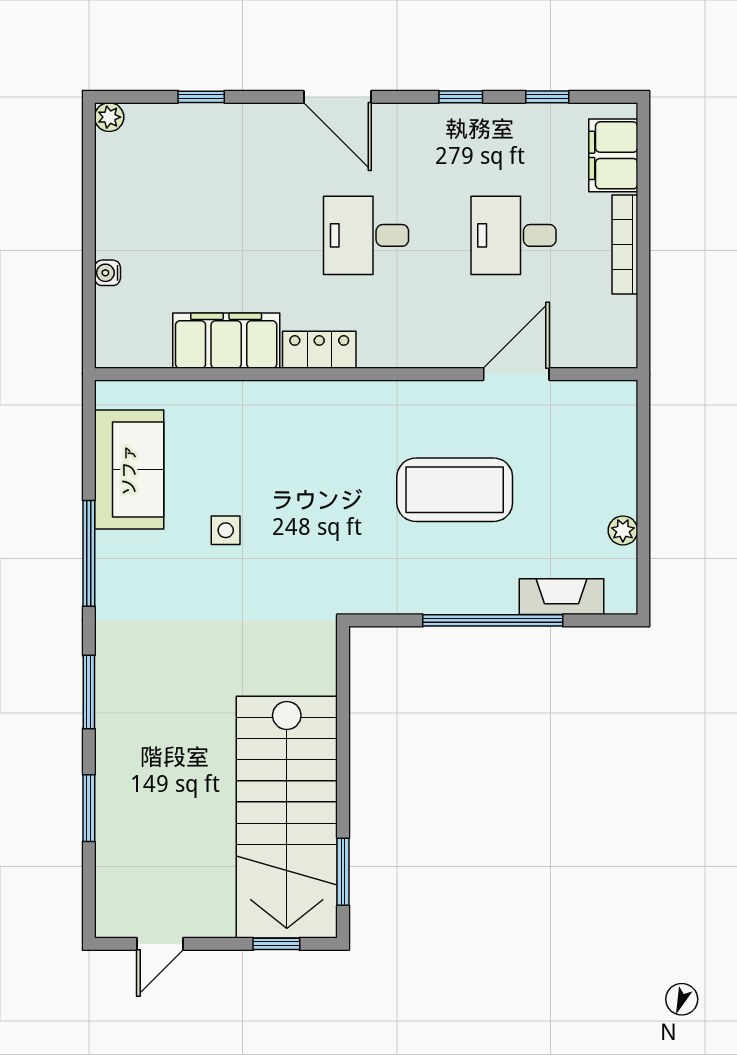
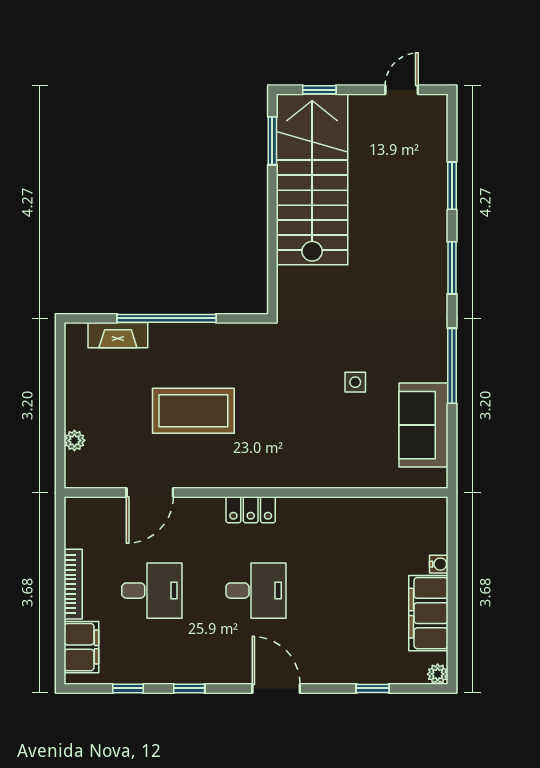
filing cabinet: (226, 341) -> (428, 613), moved, turned 90
locker: (319, 350) -> (251, 510), moved
plant: (623, 530) -> (74, 440), moved

